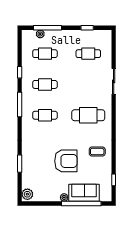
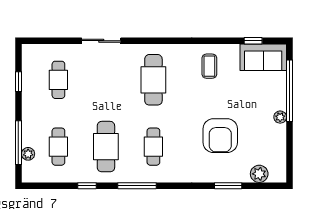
cafe table: (45, 84) -> (106, 147), width x1.37, depth x1.35
armchair: (66, 161) -> (220, 136), moved, turned 180
sofa: (84, 193) -> (263, 57), moved, turned -90
plant: (27, 194) -> (259, 174), moved

